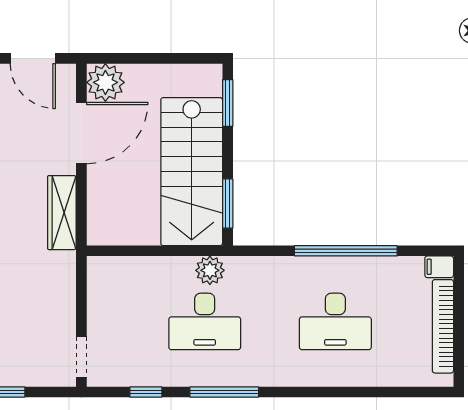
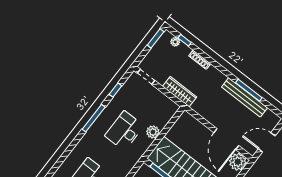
wardrobe: (62, 213) -> (180, 92), moved
plant: (210, 270) -> (153, 132), moved

